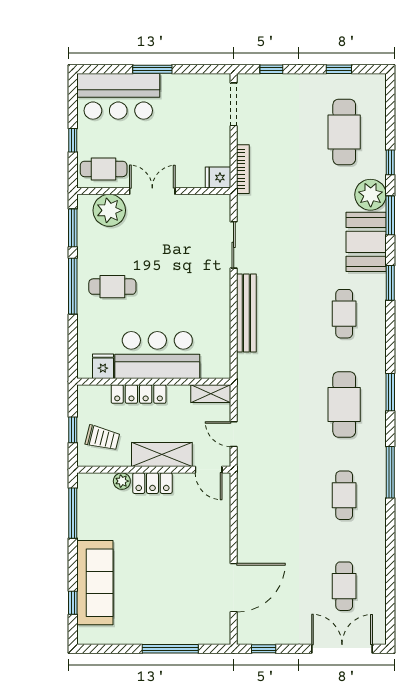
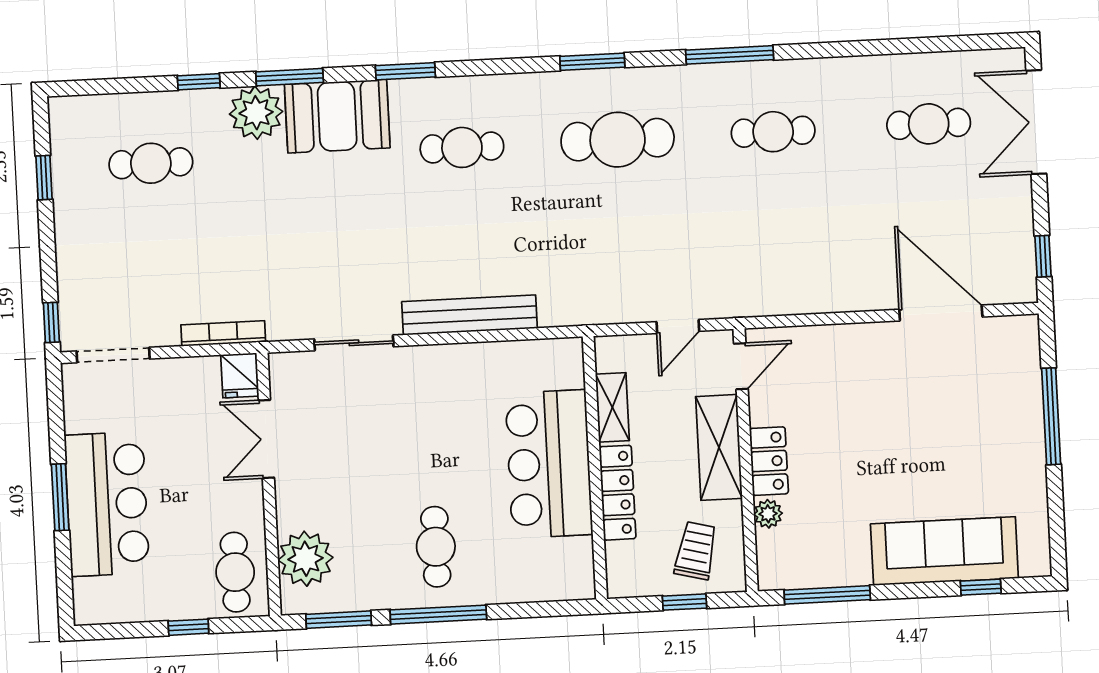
window: (271, 69) -> (51, 322), moved
bar counter: (118, 96) -> (107, 504), moved
cafe table: (344, 132) -> (151, 163), width x0.73, depth x0.74
double door: (152, 191) -> (266, 439), moved
fridge: (103, 366) -> (573, 556), removed
shelving: (211, 394) -> (612, 407), moved

